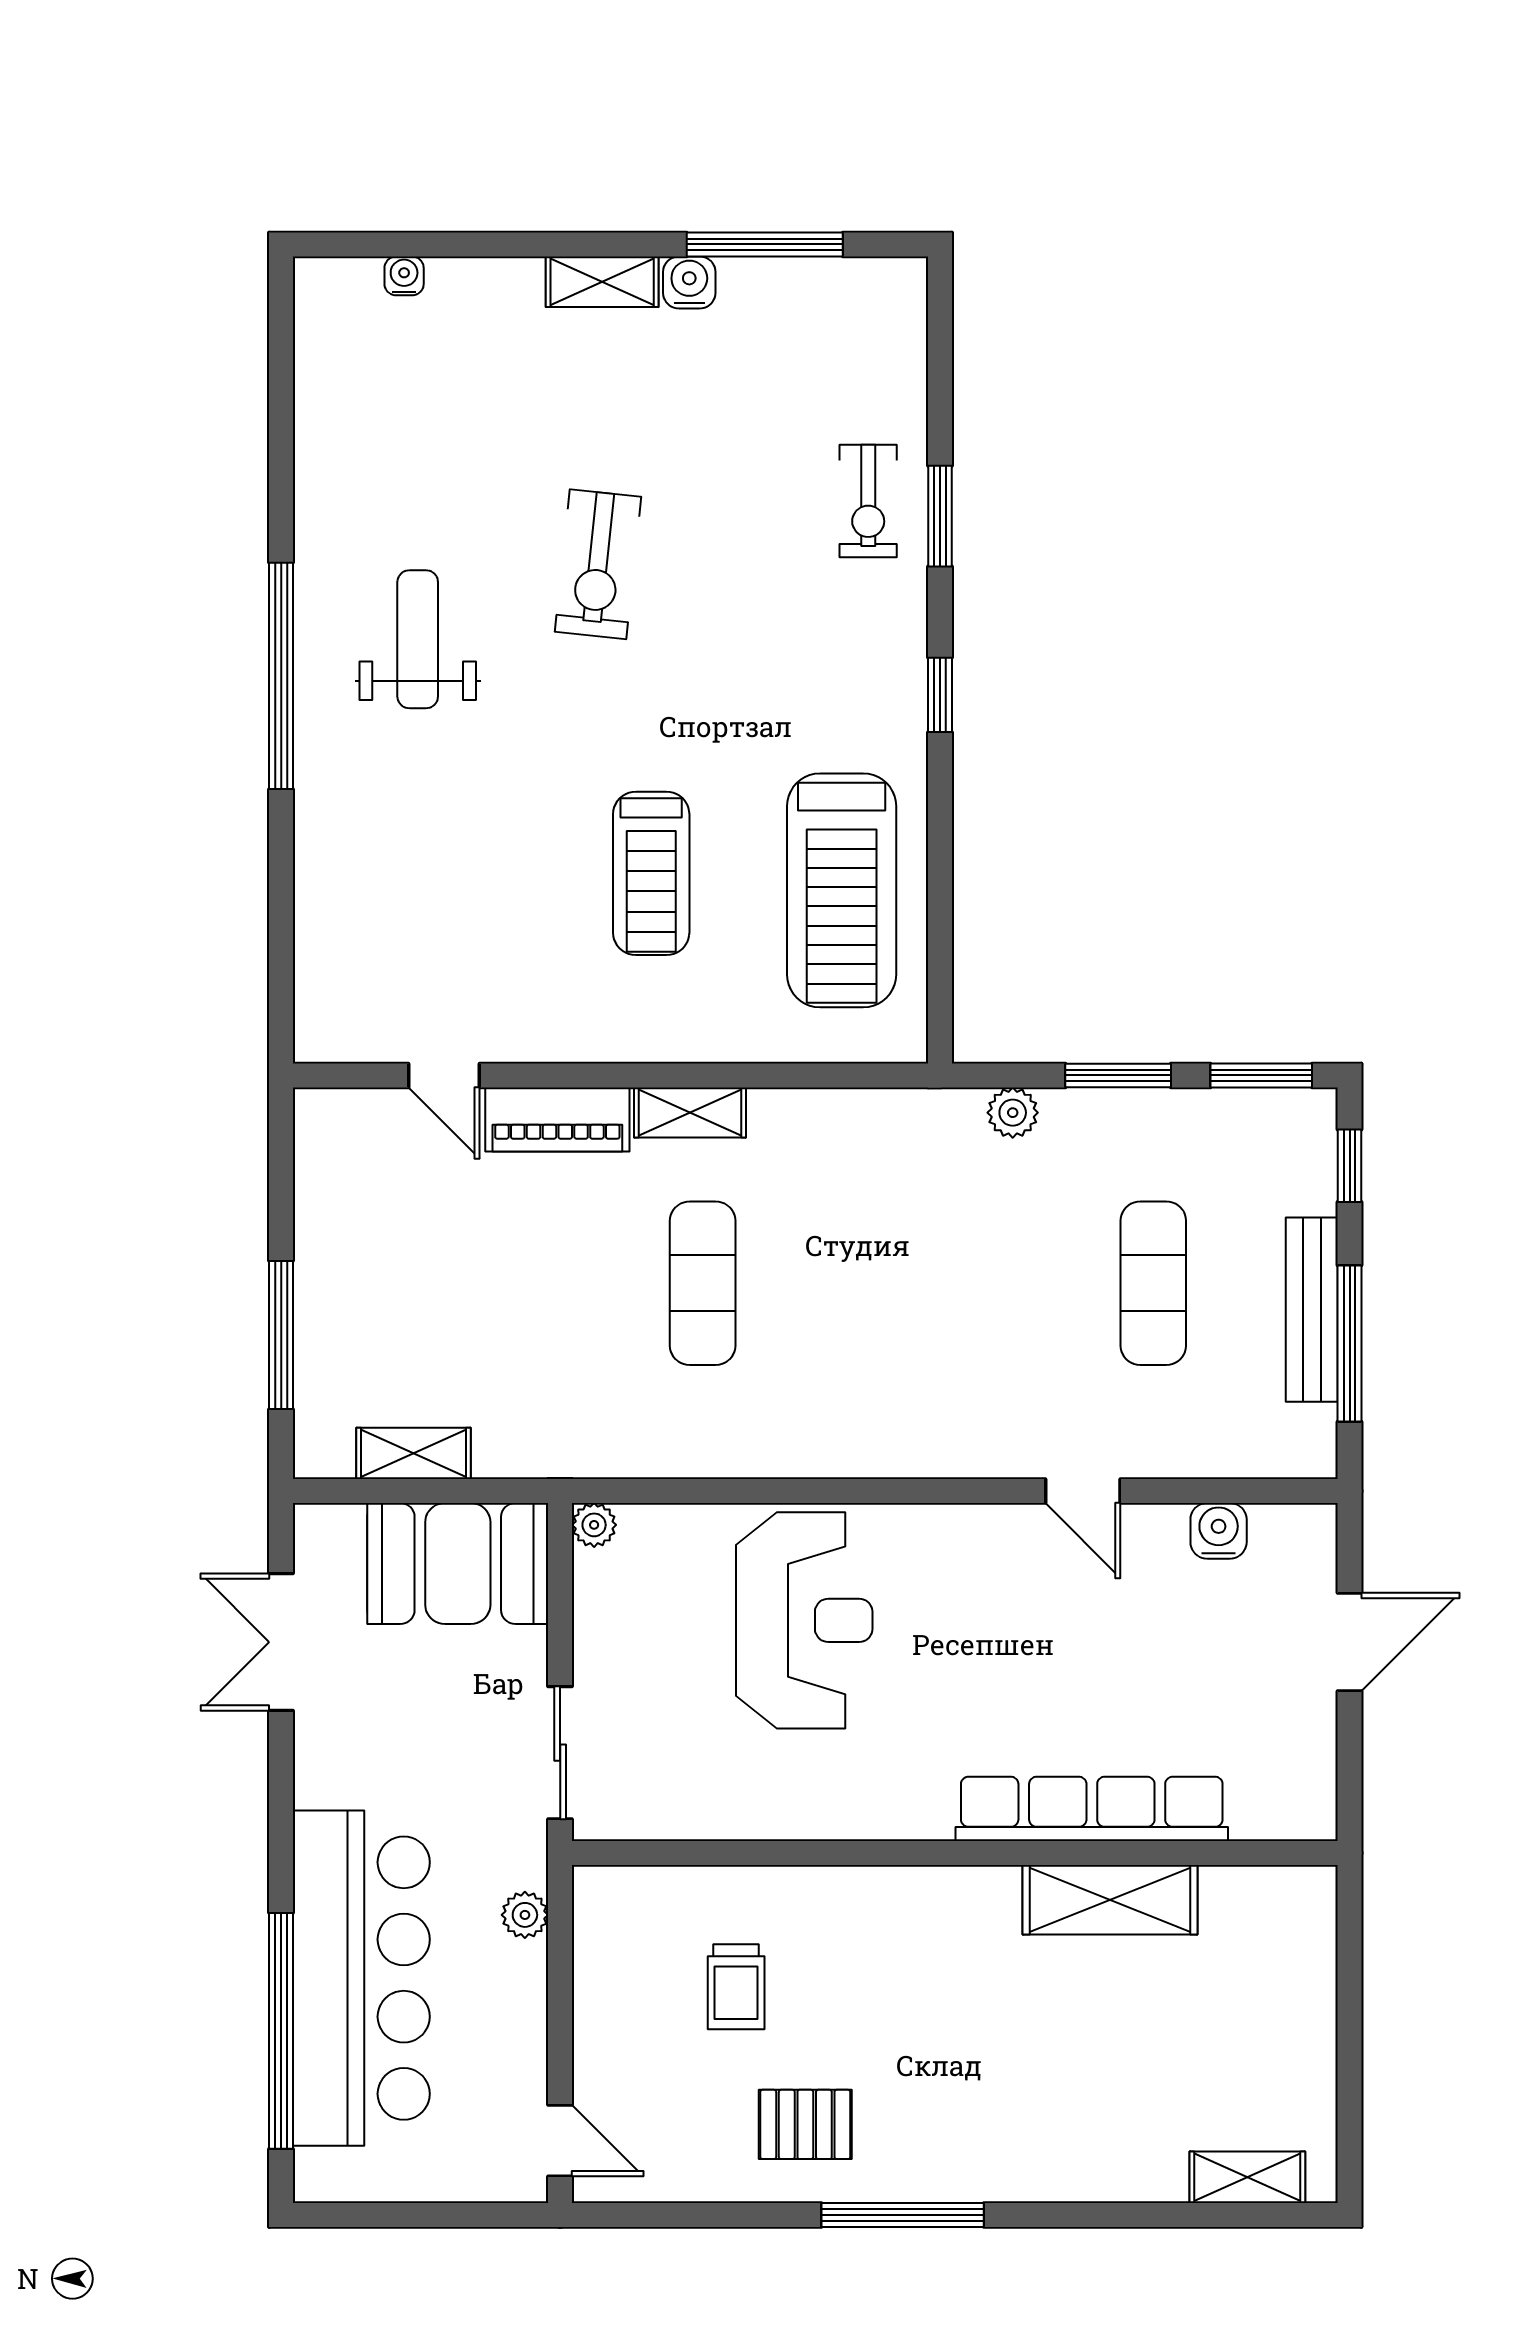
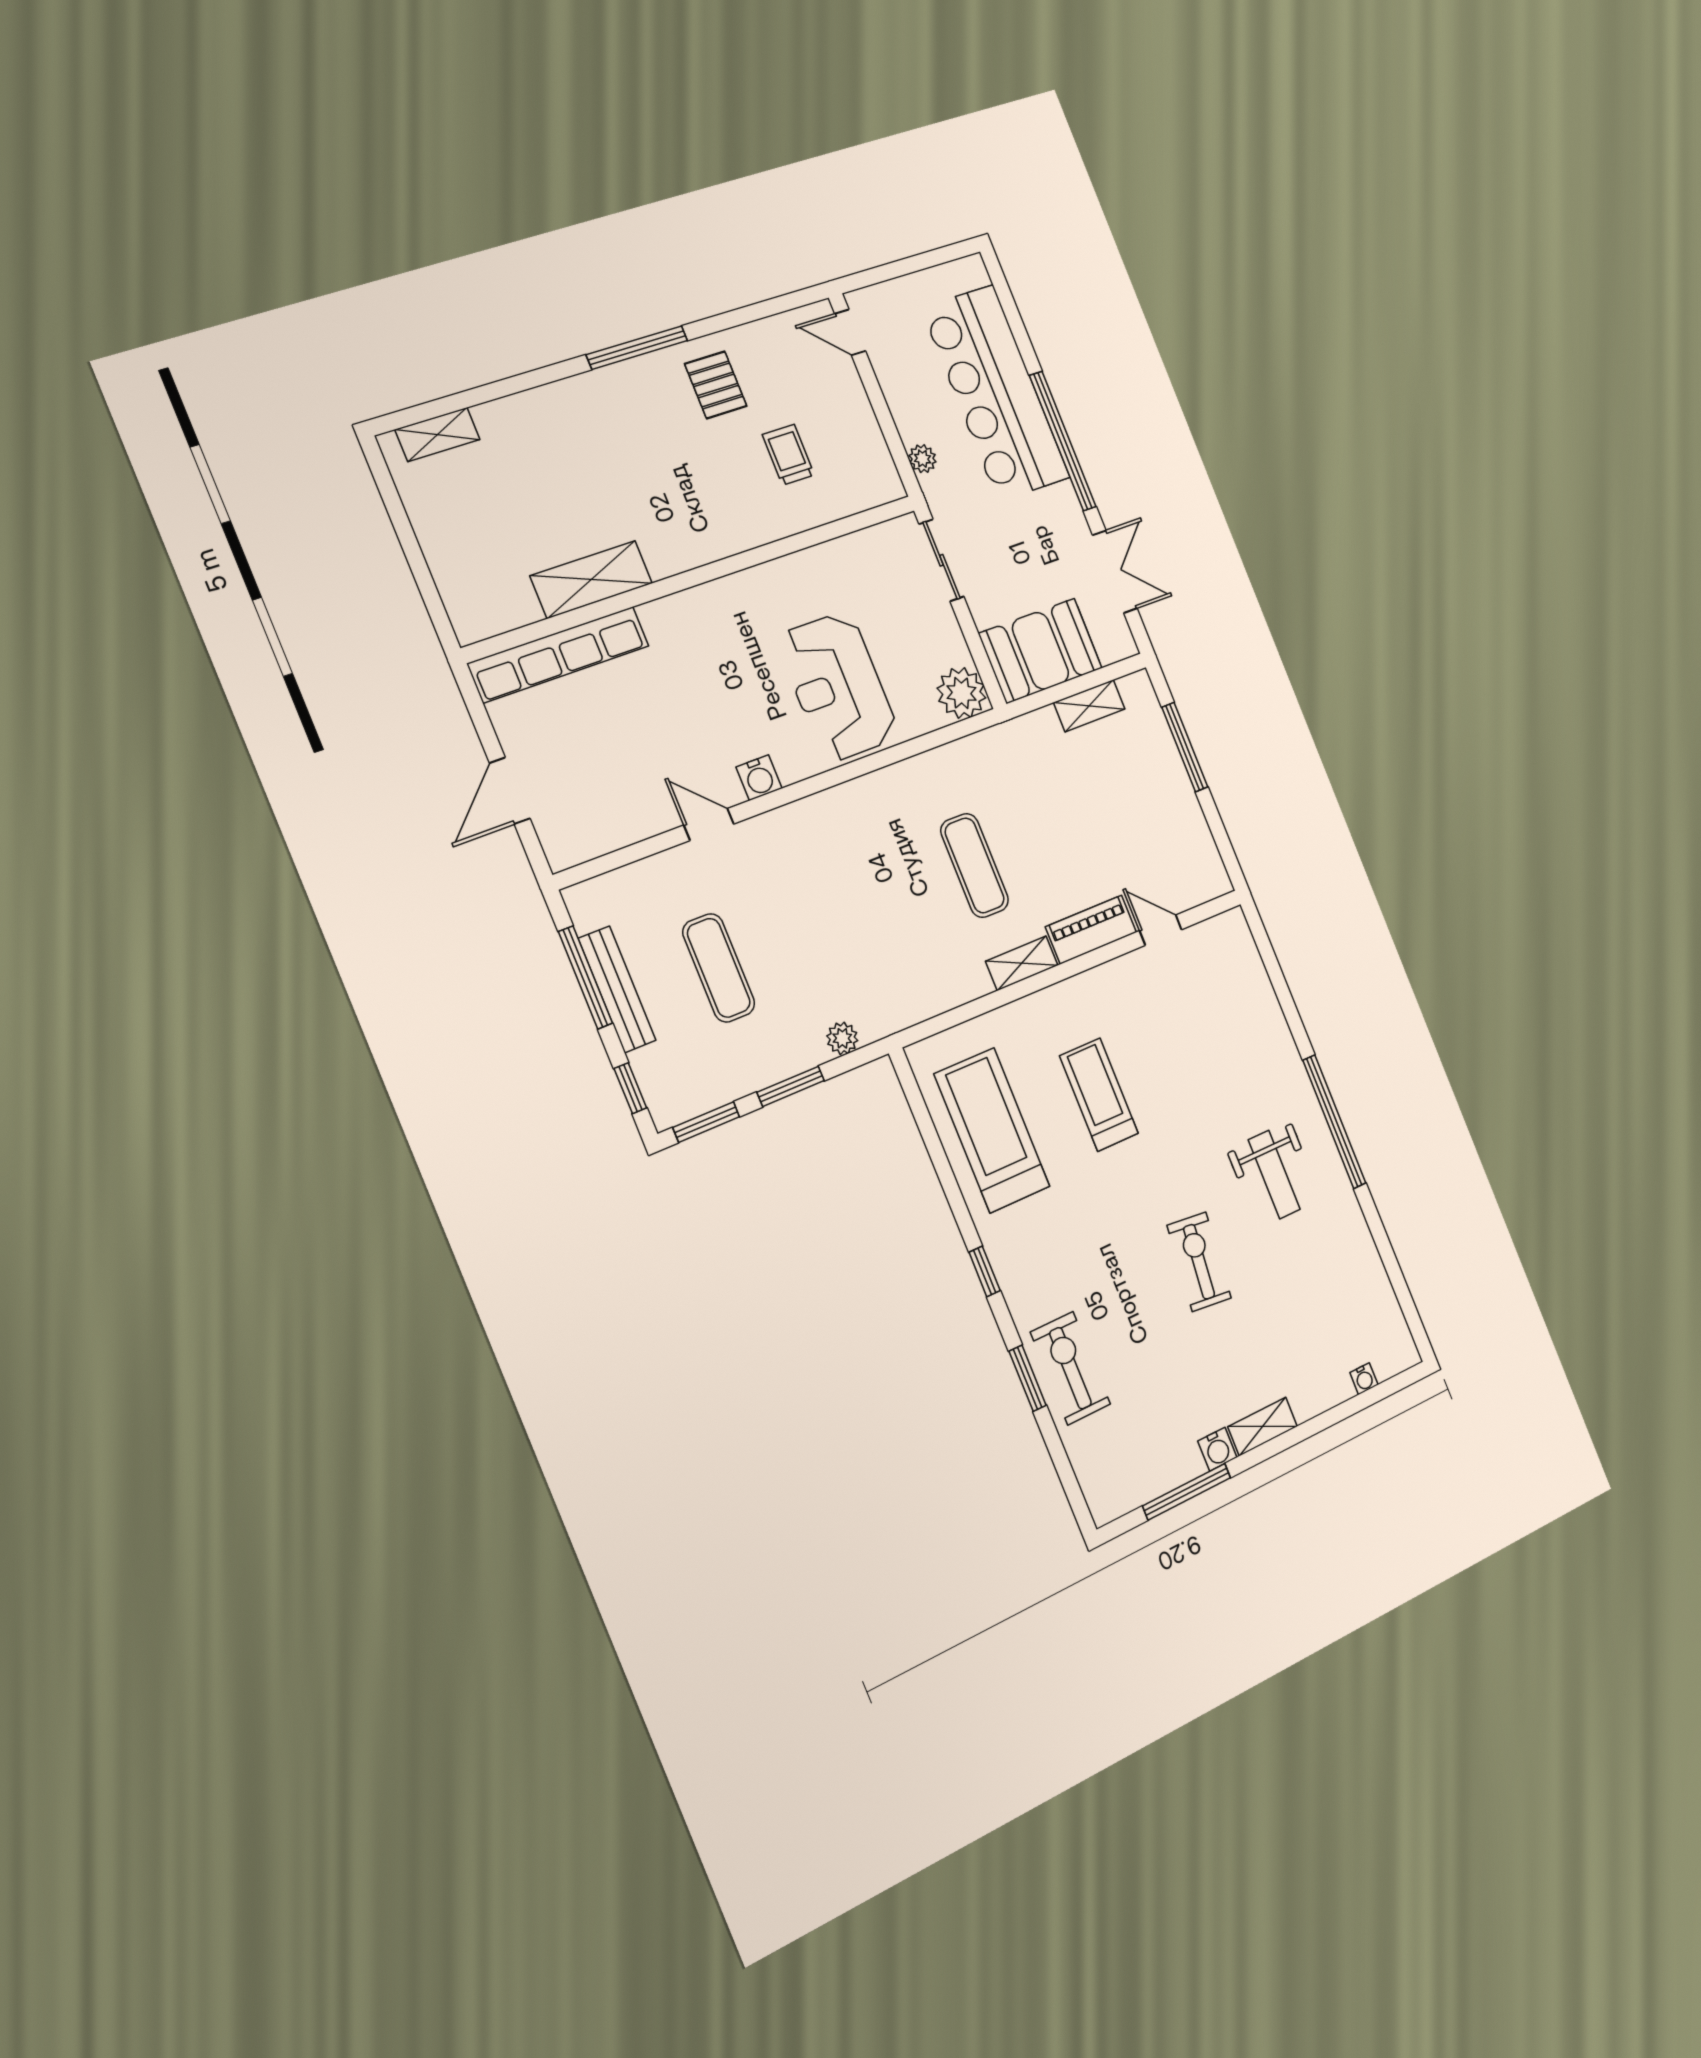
exercise bike: (868, 501) -> (1070, 1368), width x1.38, depth x1.39
plant: (594, 1525) -> (961, 693), width x1.88, depth x1.88
water cooler: (1219, 1531) -> (759, 778), moved
row of seats: (1092, 1809) -> (559, 655), moved
window: (281, 2031) -> (1063, 441), moved
pallet: (805, 2124) -> (716, 385), turned 90

